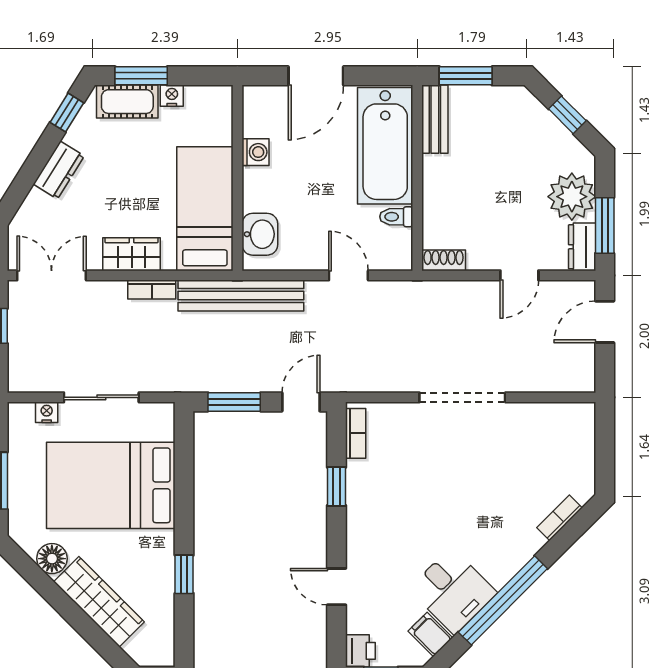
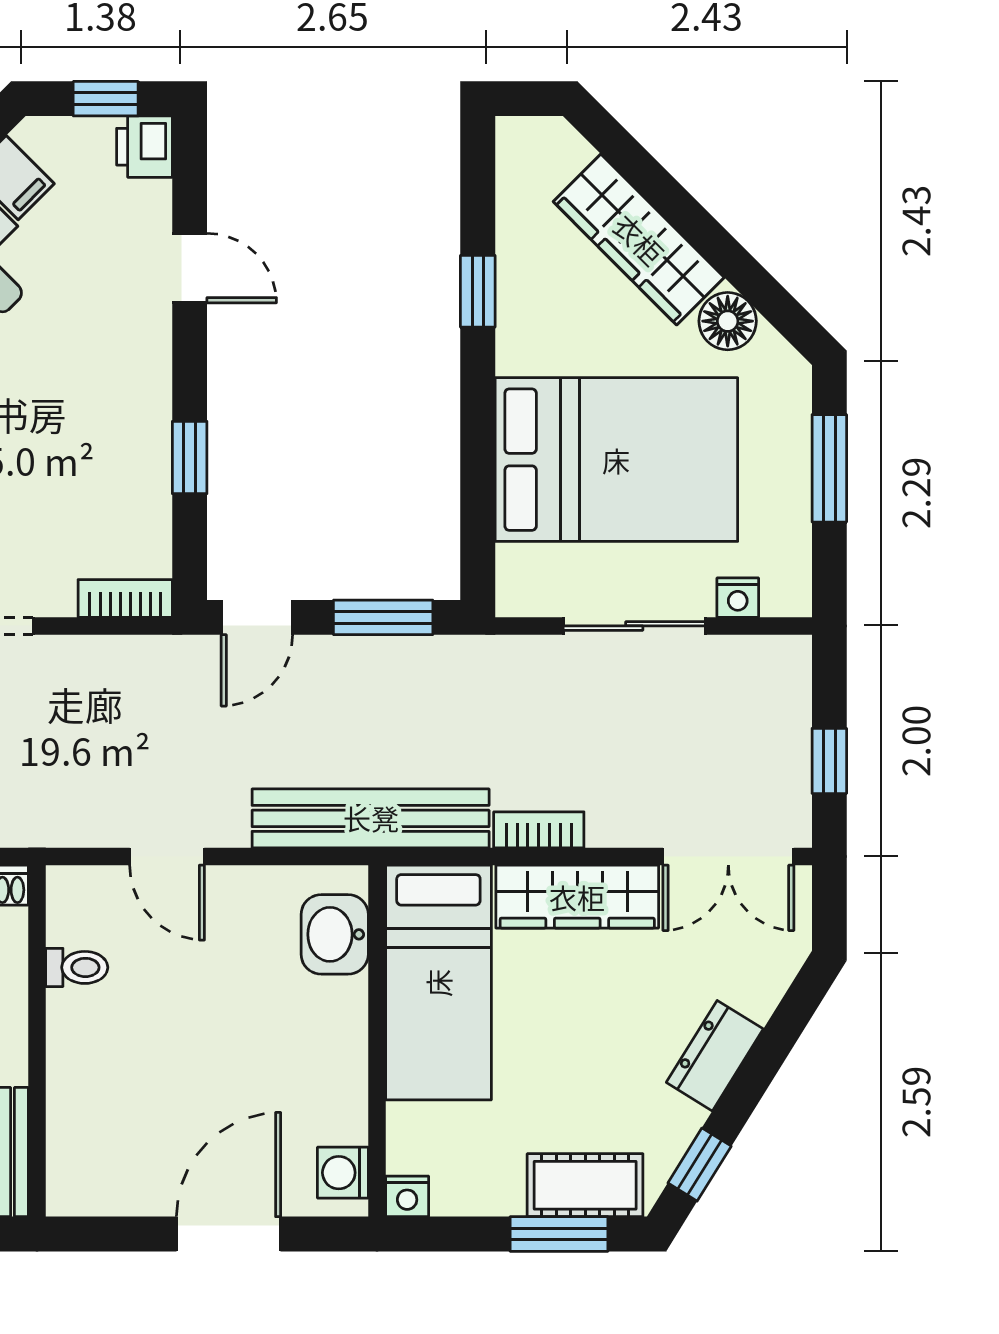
nightstand: (172, 96) -> (407, 1196), moved
bathtub: (385, 146) -> (98, 1102), removed
washing machine: (255, 152) -> (343, 1173), moved
wardrobe: (132, 254) -> (577, 897), width x1.50
bookcase: (356, 433) -> (125, 598), moved, turned 90

